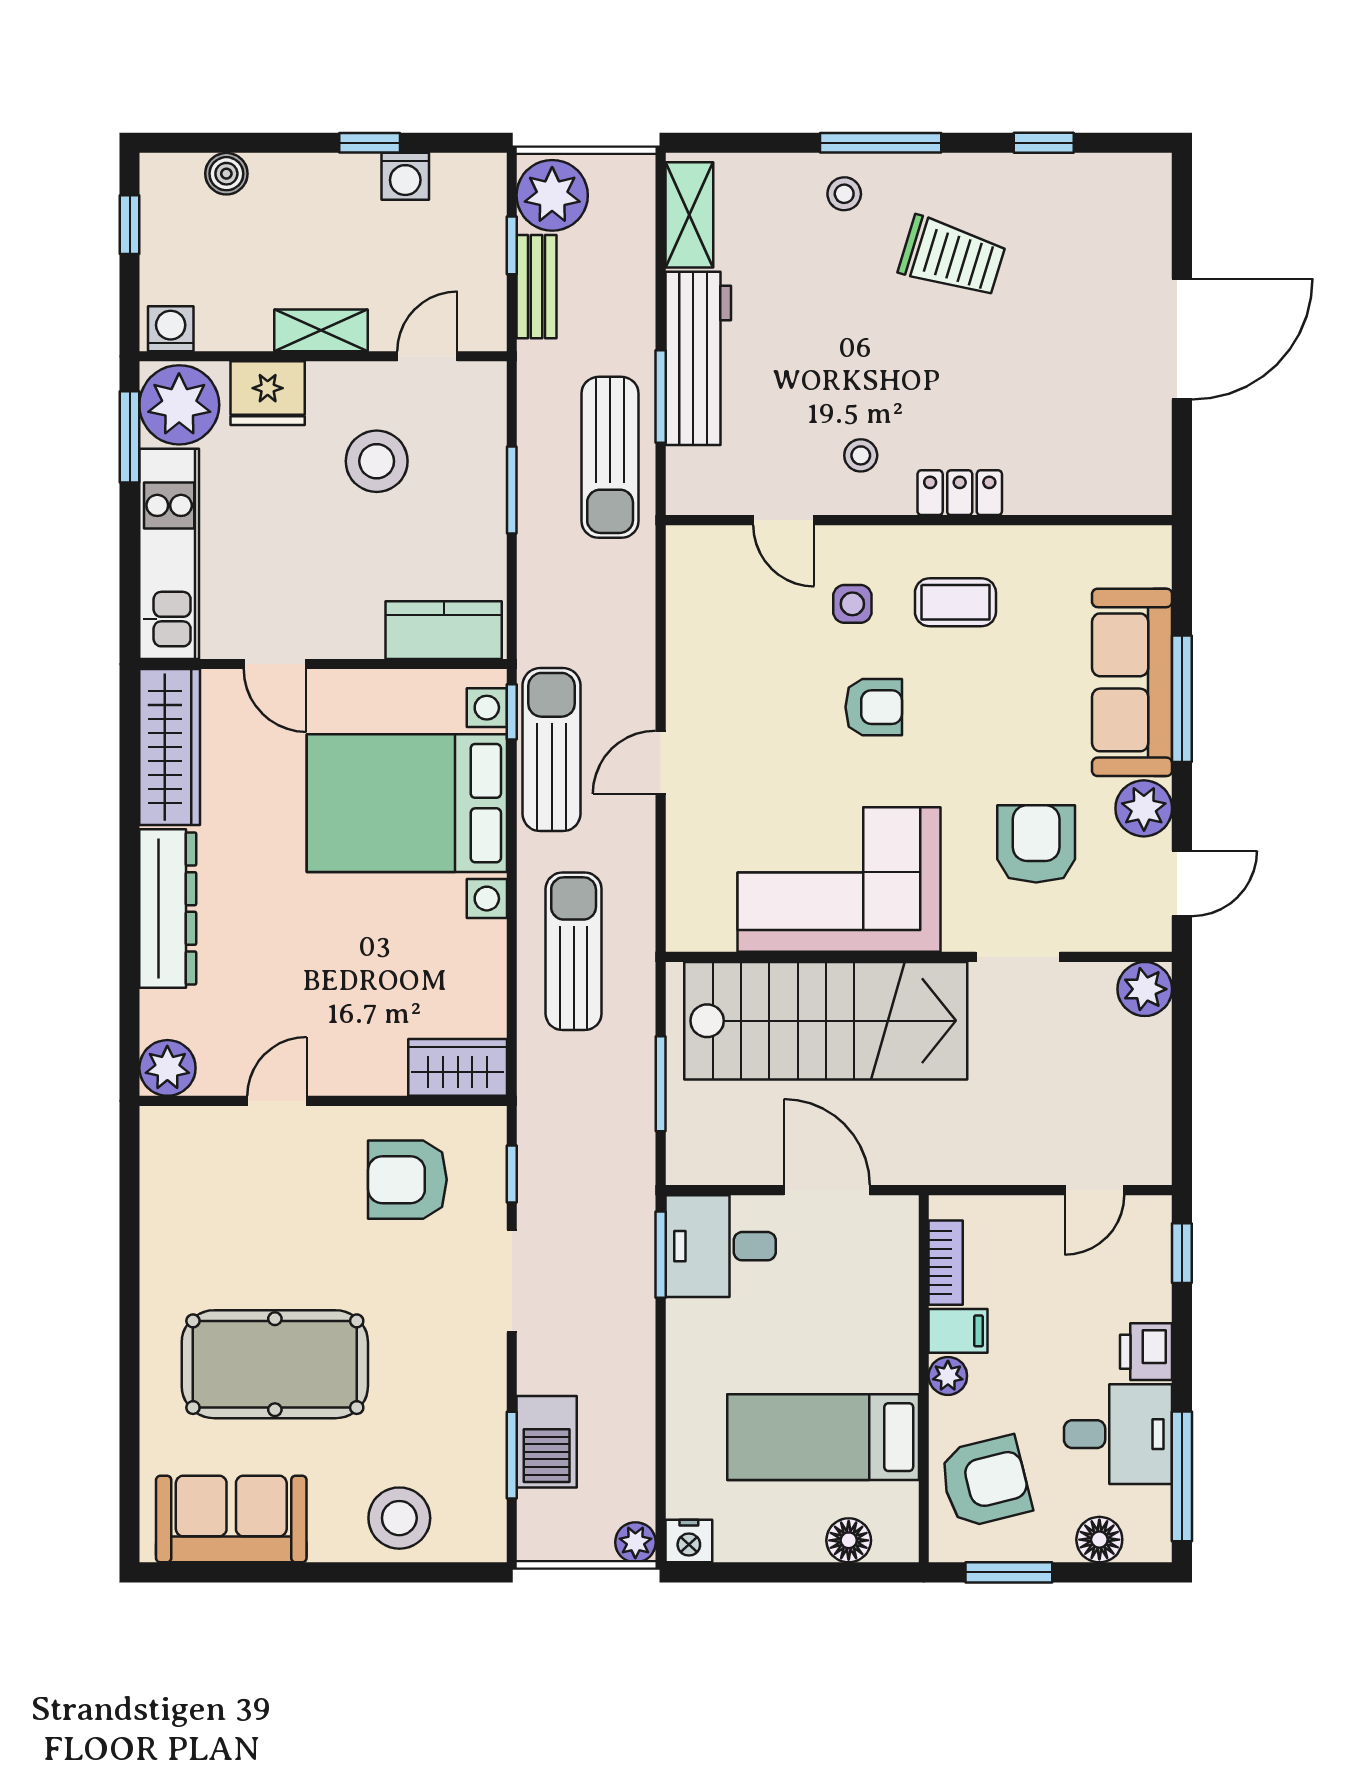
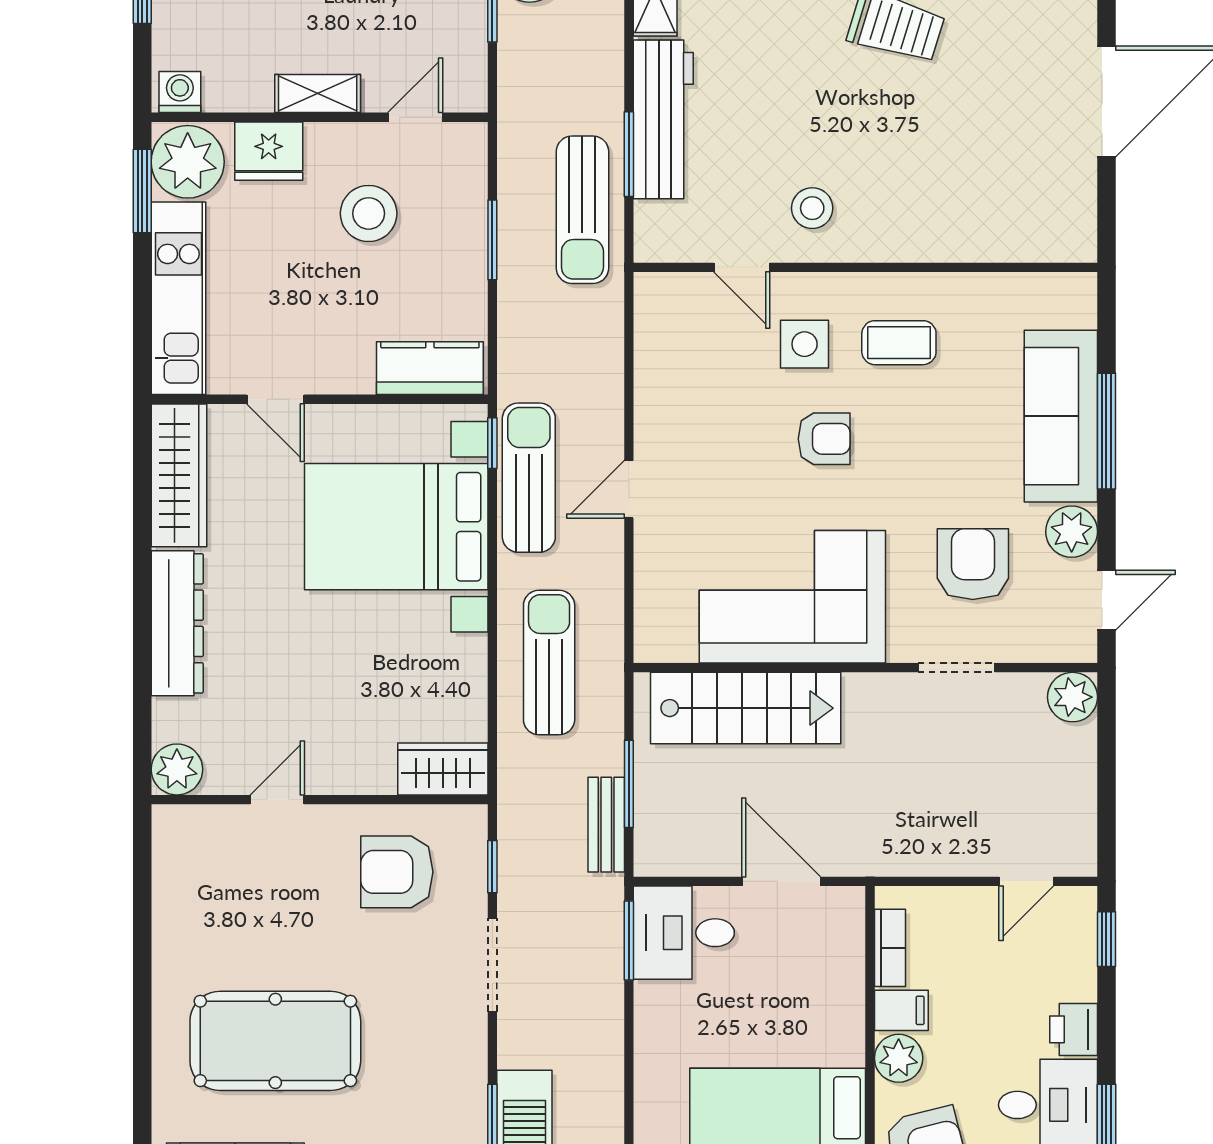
bench: (537, 287) -> (606, 825), moved
stool: (861, 455) -> (812, 208), width x1.37, depth x1.37
locker: (960, 493) -> (903, 242), removed
side table: (852, 604) -> (805, 344), width x1.37, depth x1.37
stairs: (826, 1021) -> (746, 708), width x0.73, depth x0.66
plant: (948, 1376) -> (899, 1058), width x1.38, depth x1.38

